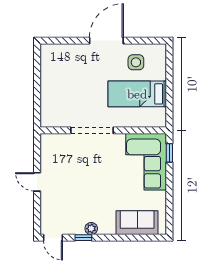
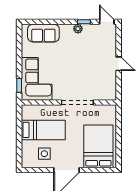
bed: (64, 72) -> (98, 146), added

